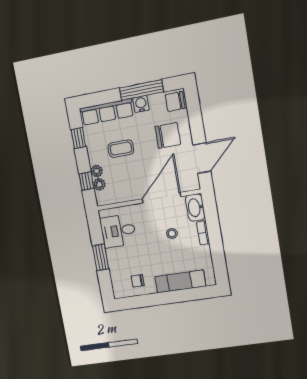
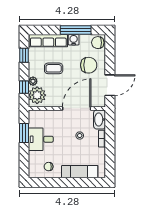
plant: (99, 184) -> (37, 95), width x1.87, depth x1.87
desk: (118, 231) -> (41, 139), moved
window: (101, 257) -> (24, 133), moved

